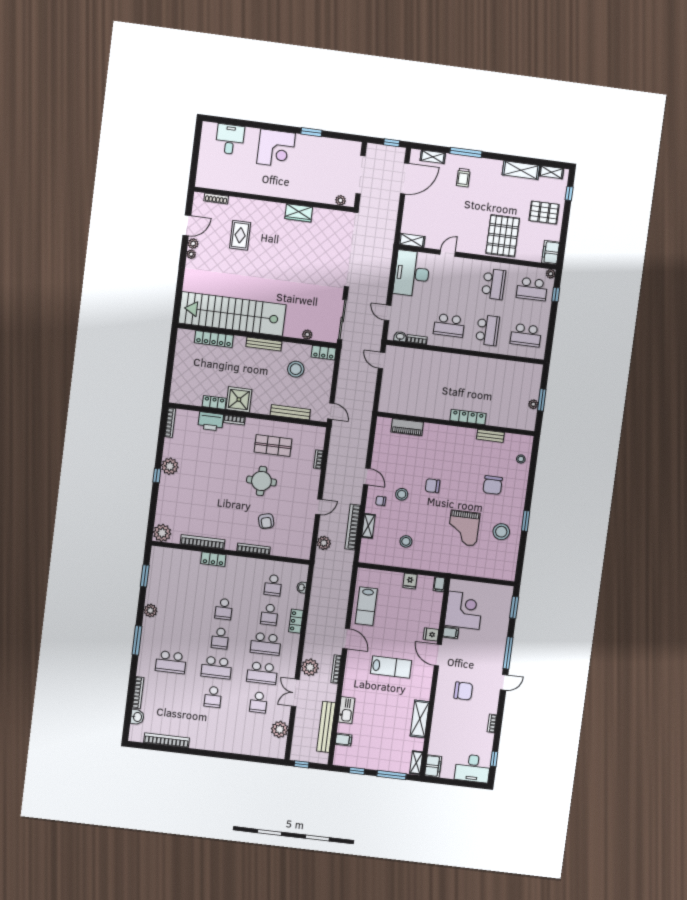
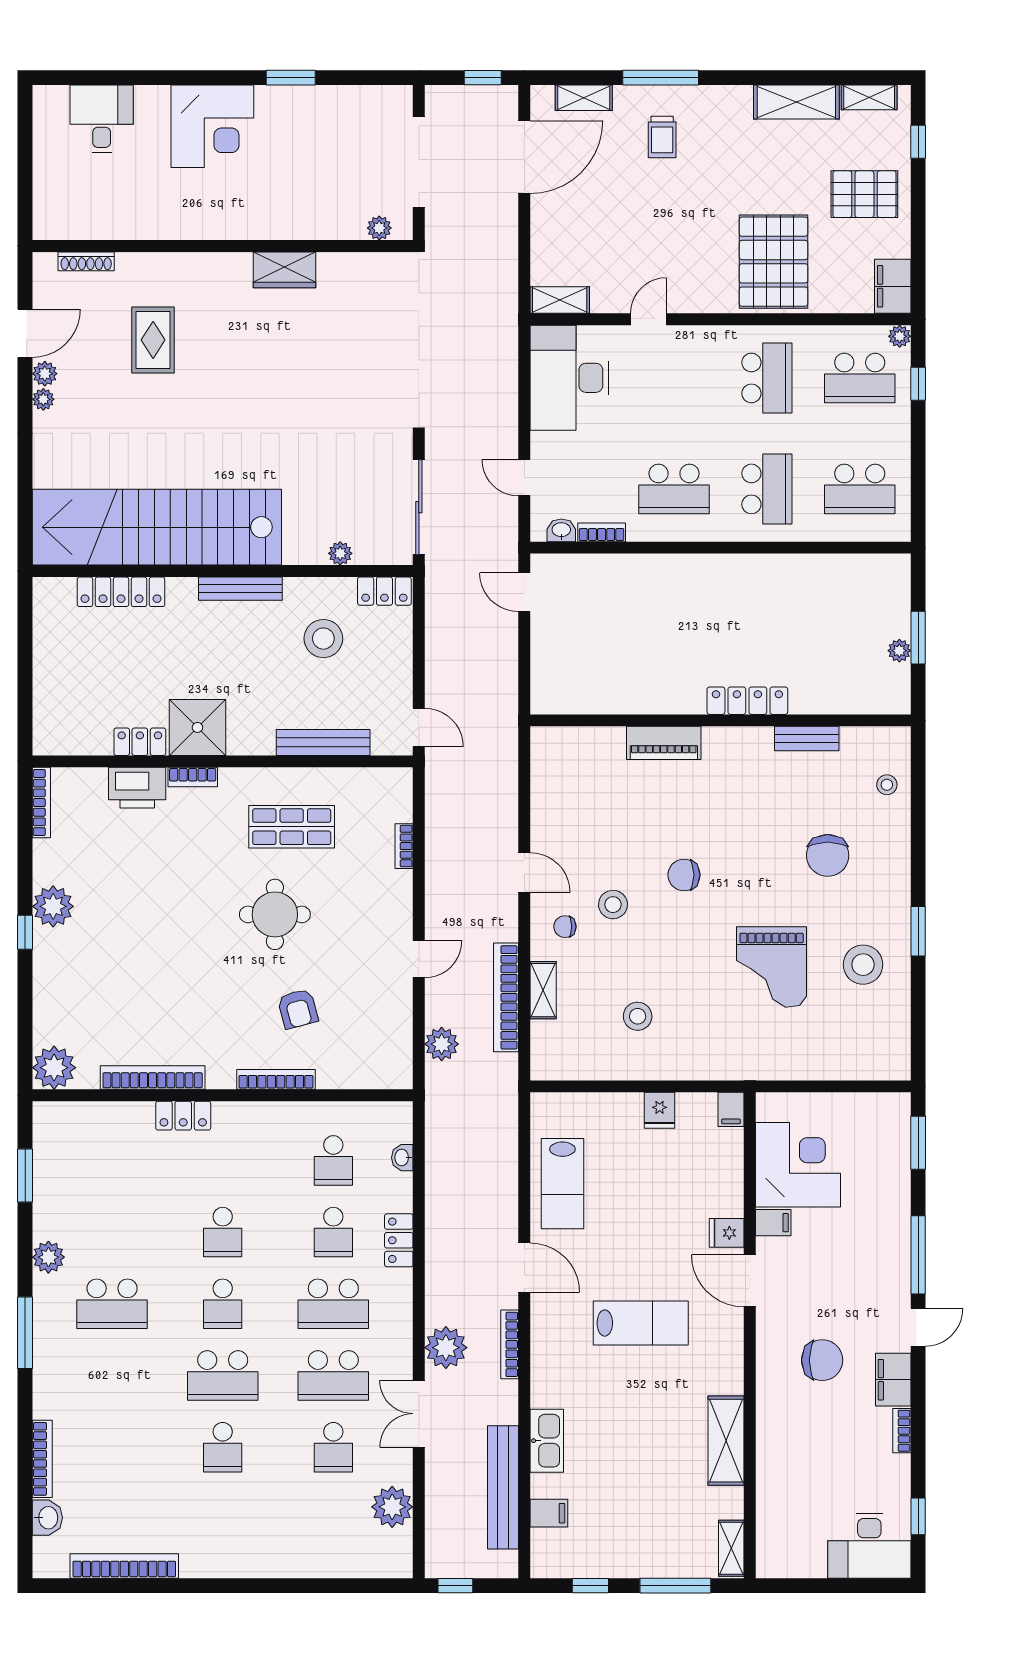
piano: (407, 427) -> (664, 743), moved
school desk: (171, 662) -> (112, 1304), moved
filing cabinet: (433, 766) -> (893, 1380), moved, turned 180

